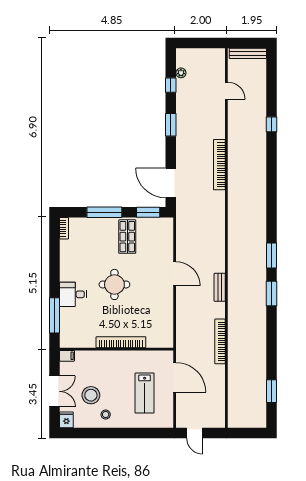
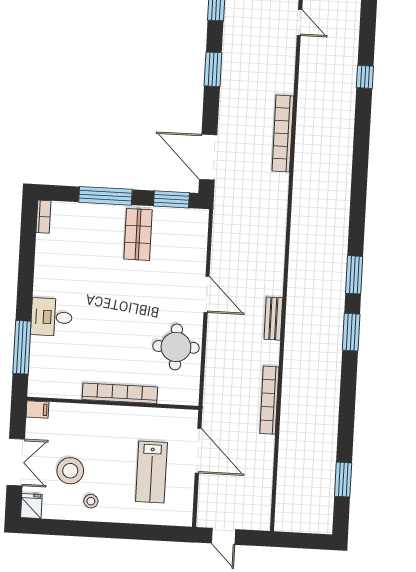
round table: (114, 284) -> (176, 347), moved

